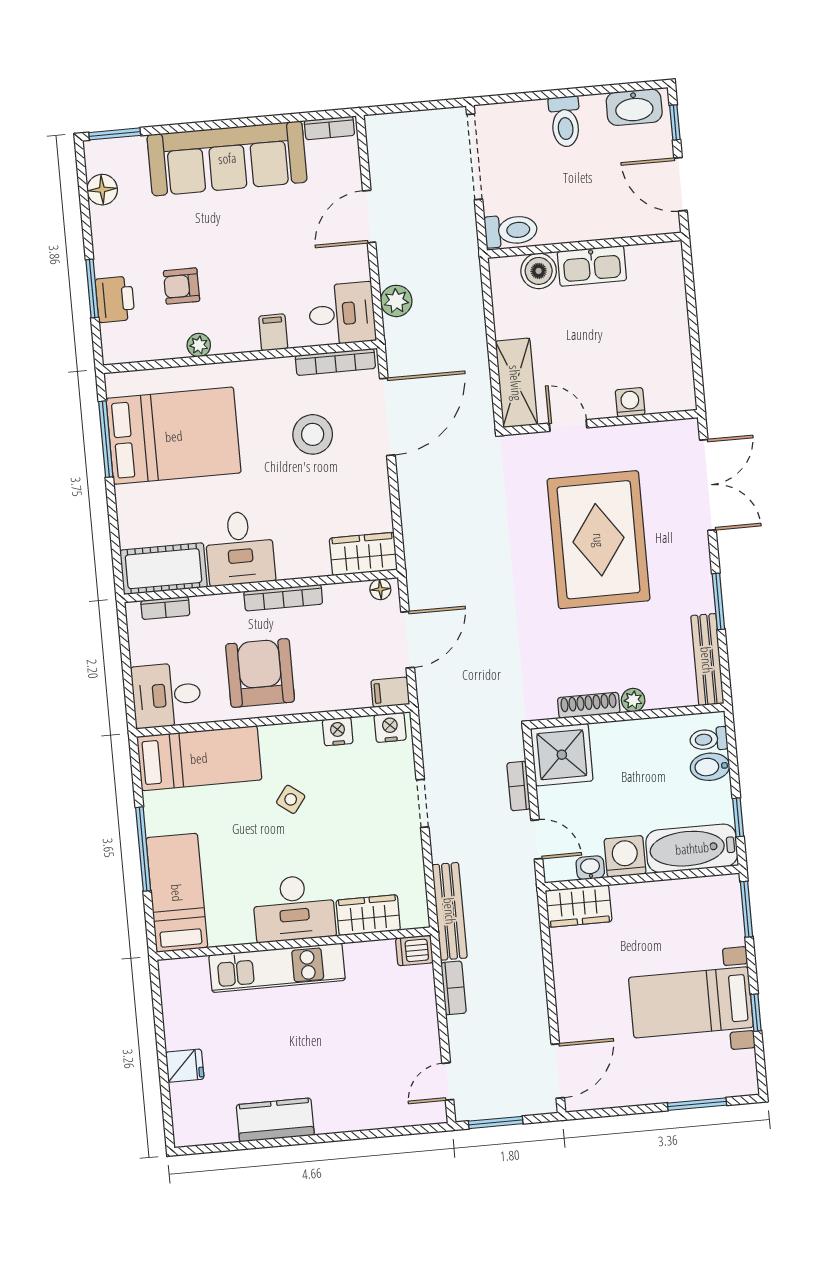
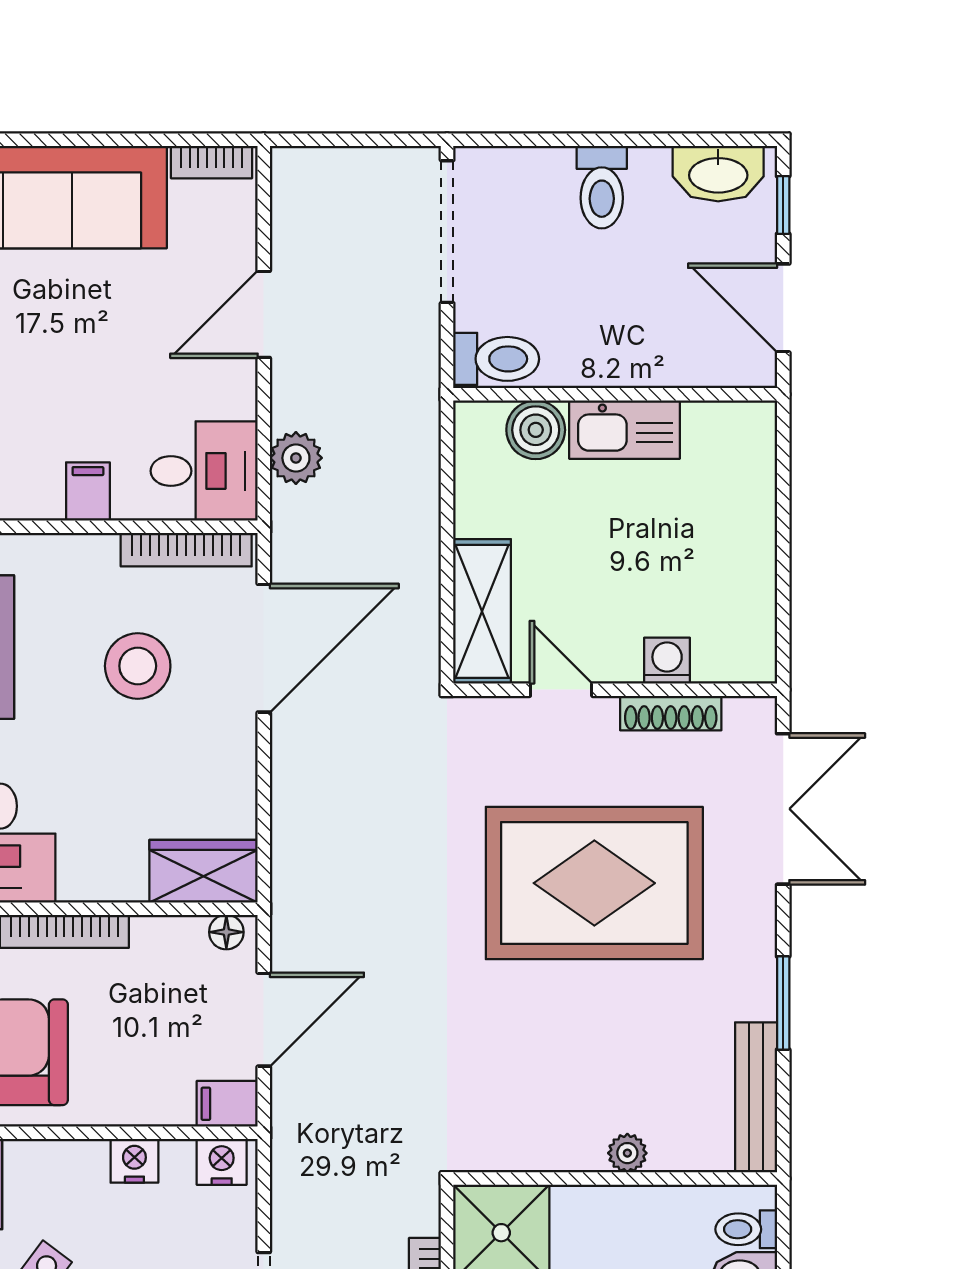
rug: (599, 540) -> (594, 883), turned 90
shoe rack: (589, 705) -> (671, 713), moved, turned 180

